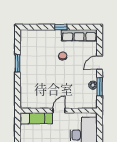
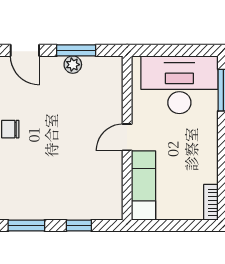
window: (18, 88) -> (79, 226), added
door: (59, 111) -> (127, 137), hinge flipped

